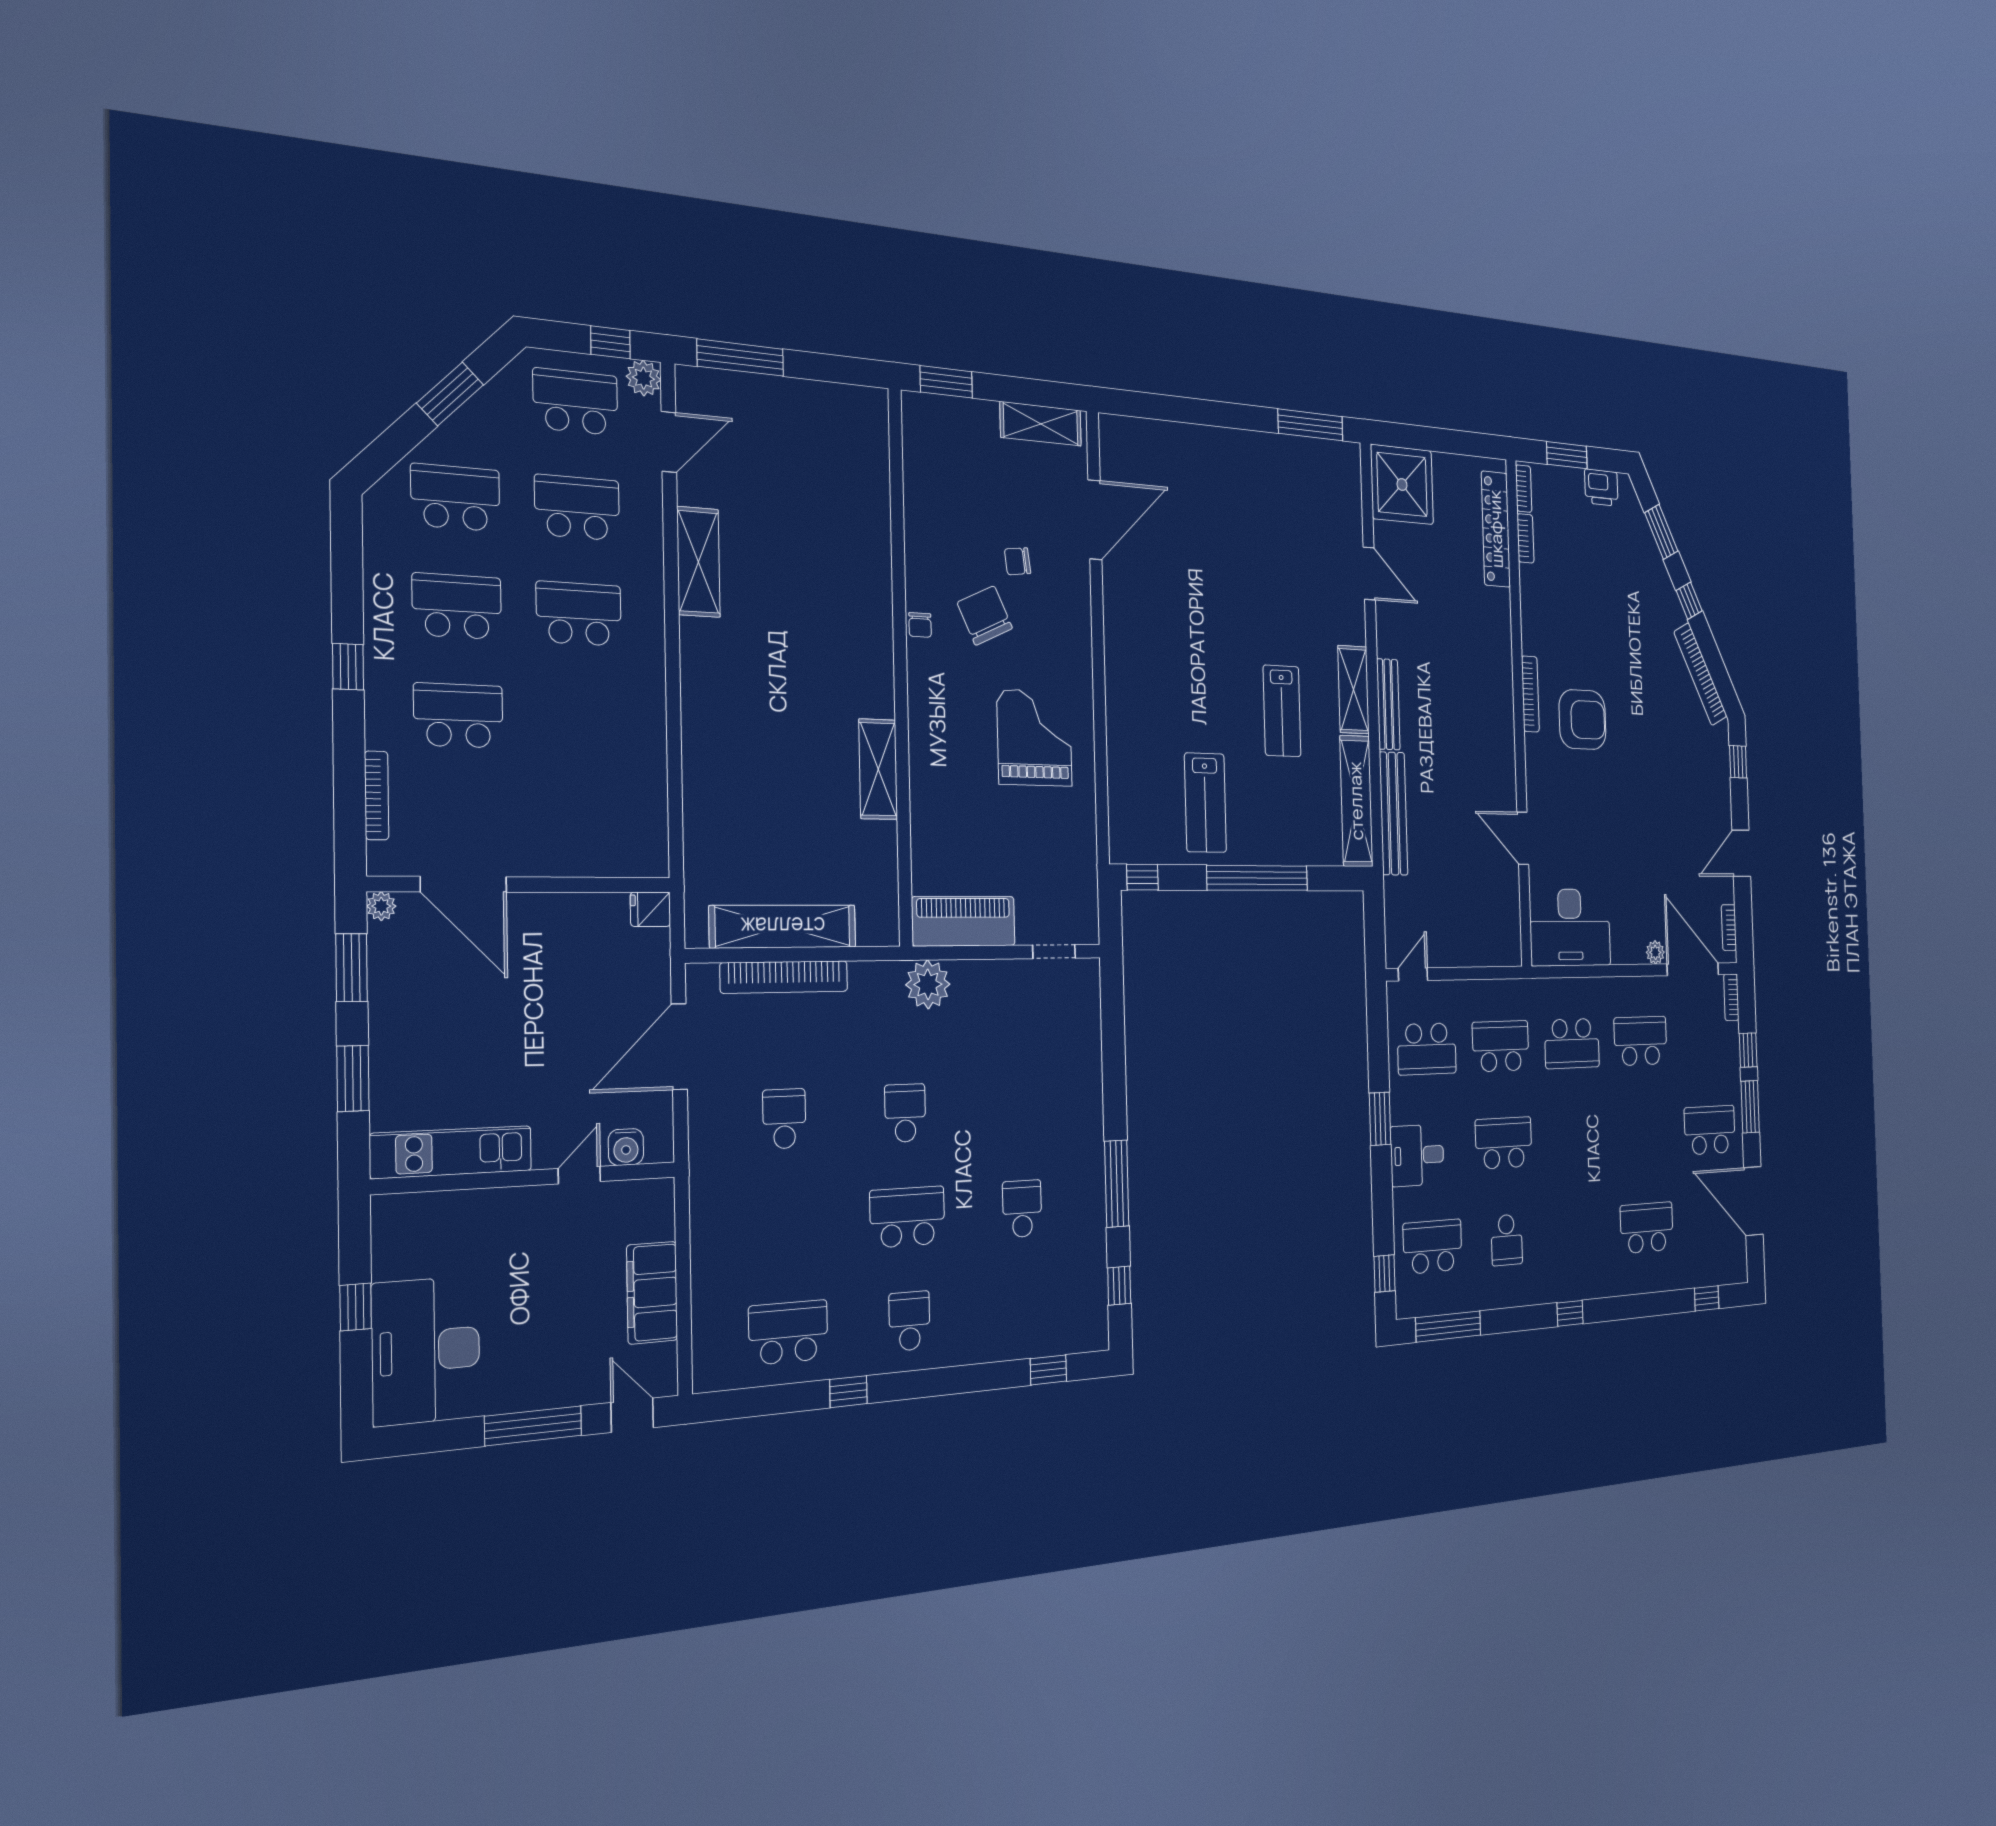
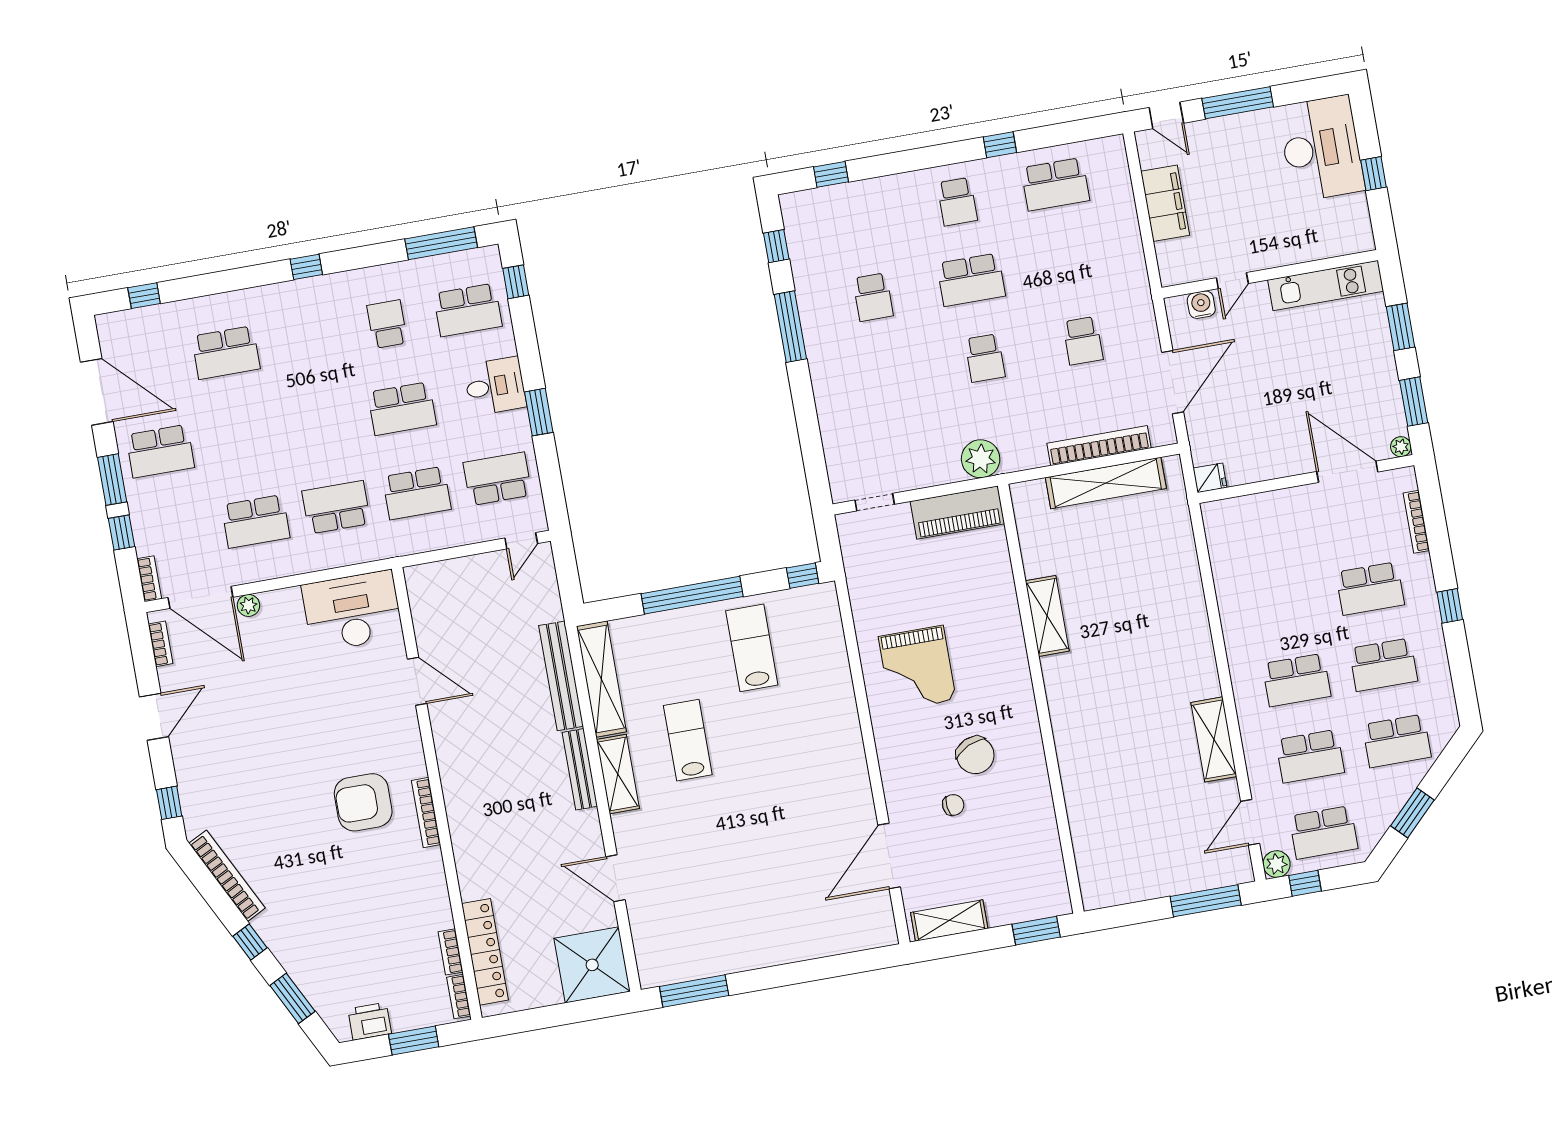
chair: (920, 625) -> (1029, 735), removed

